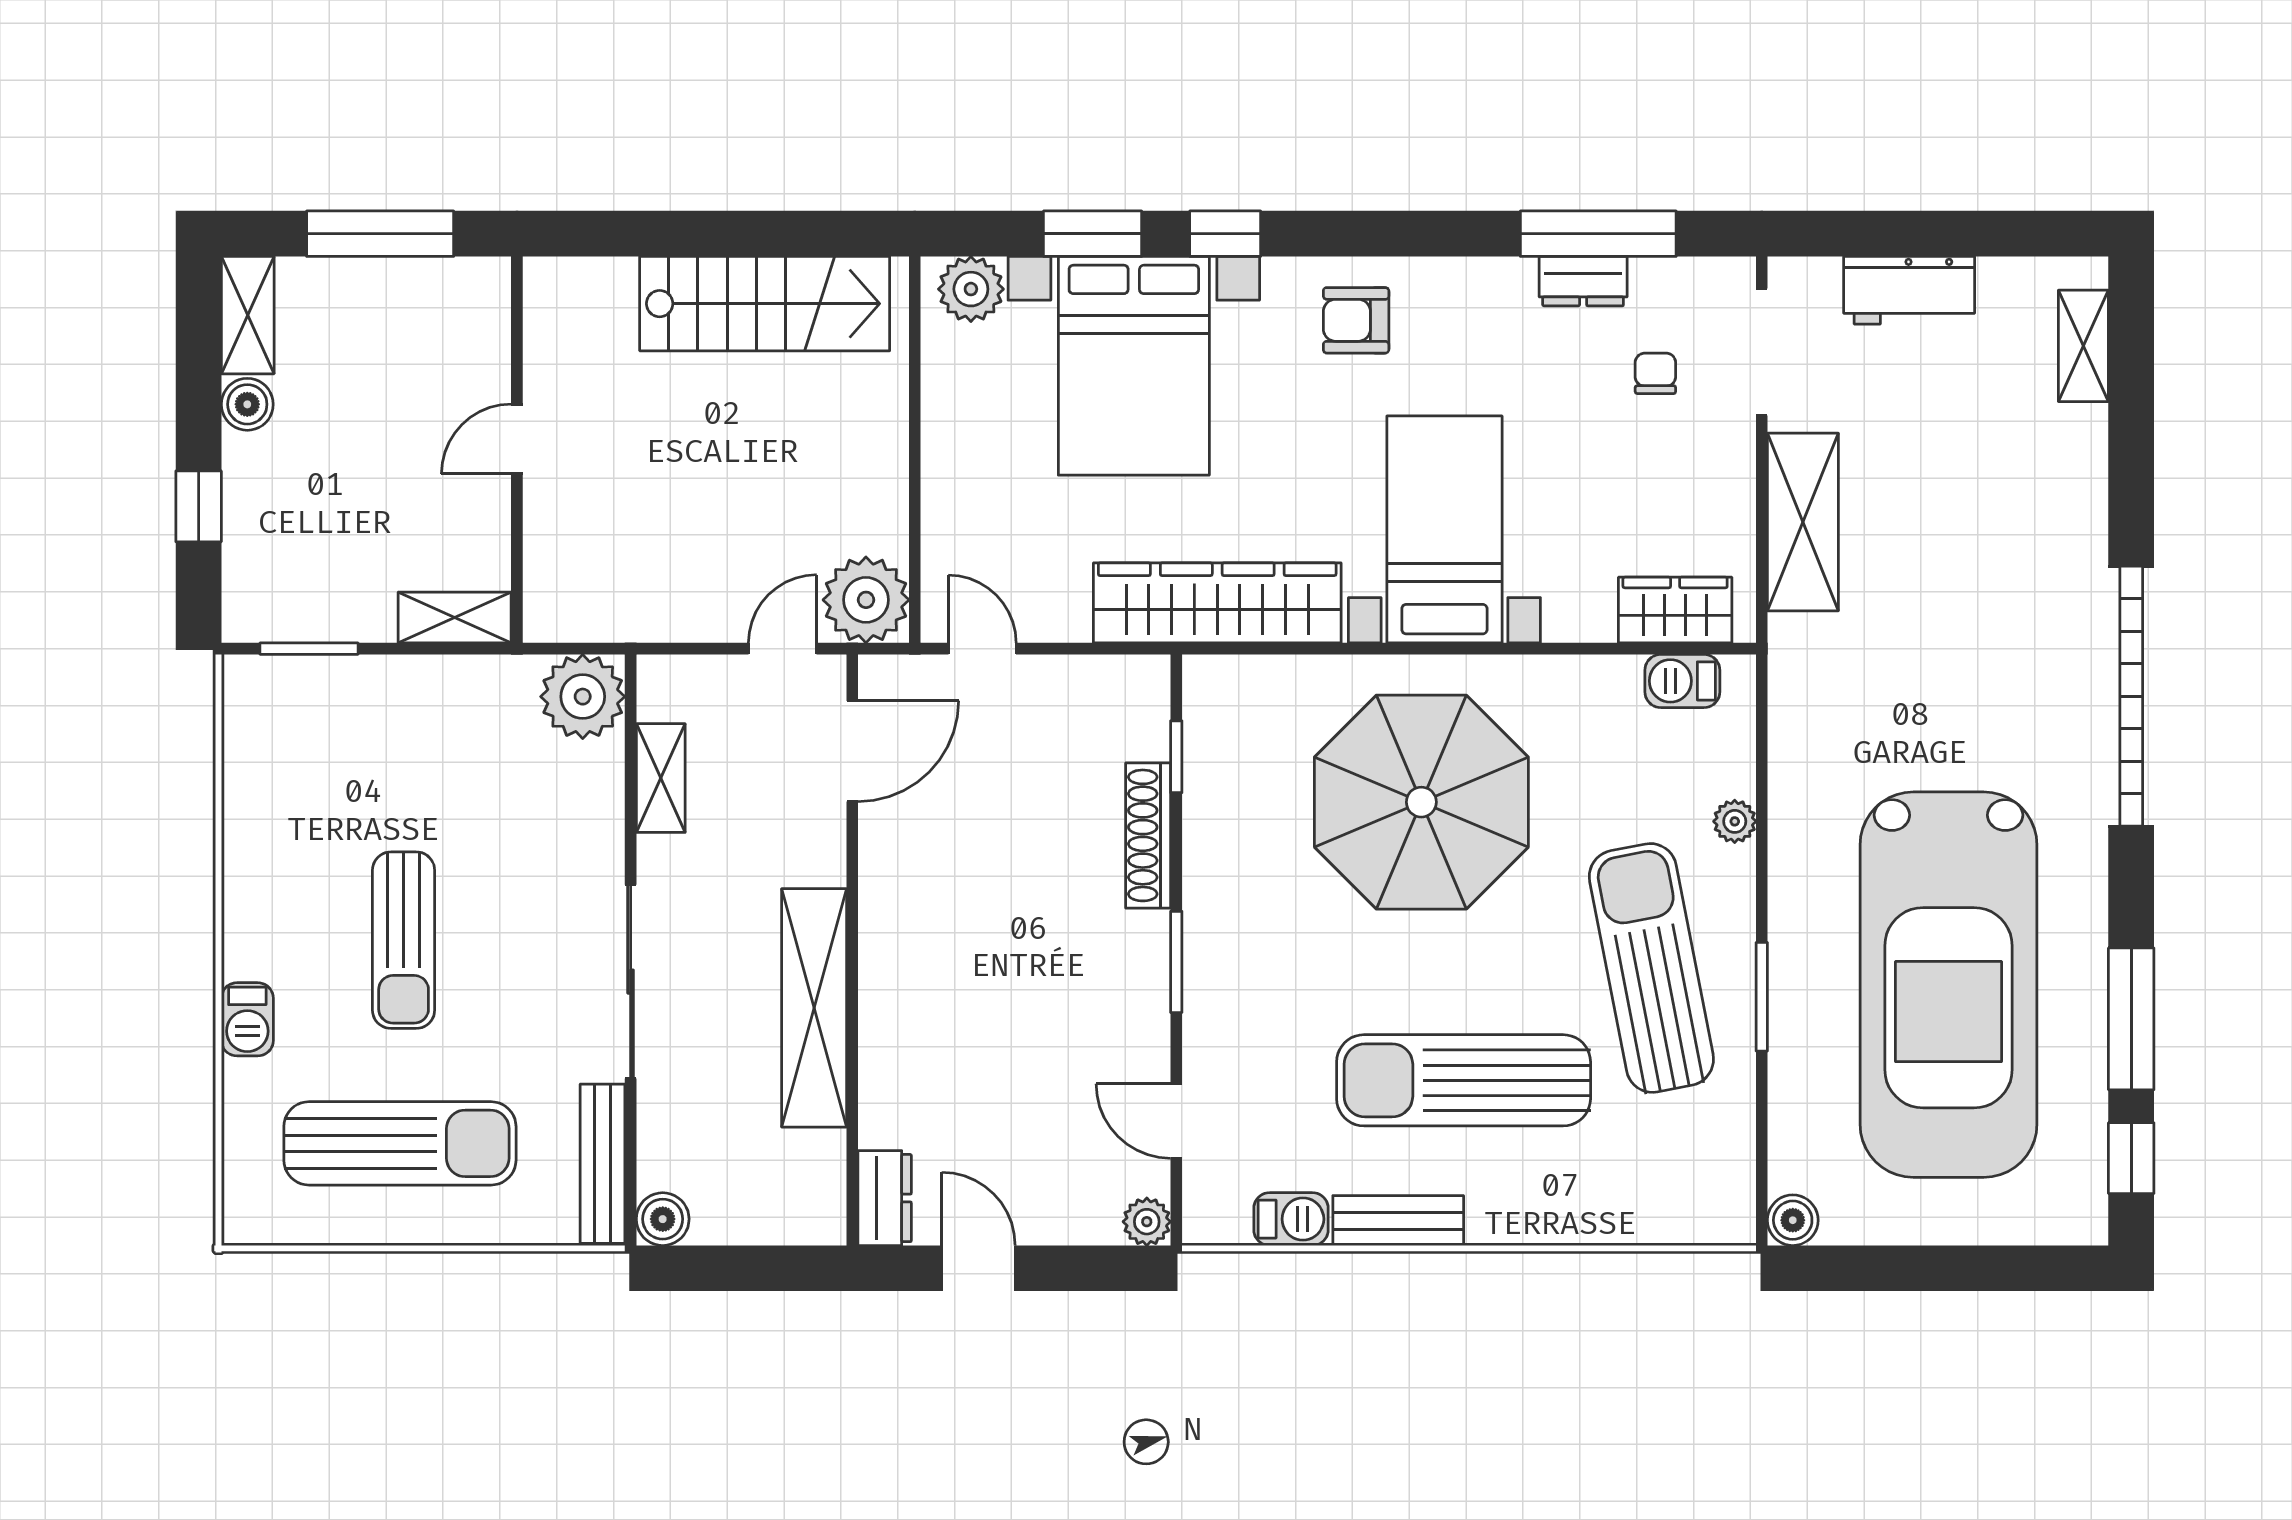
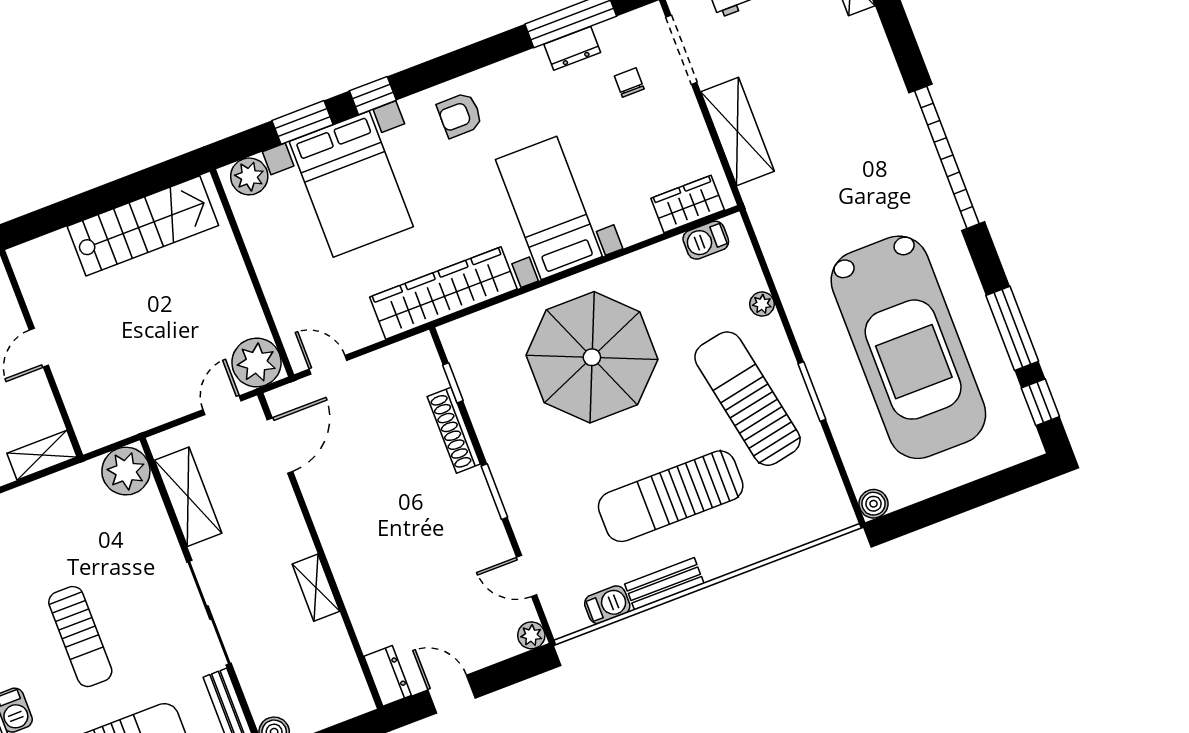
shelving: (661, 778) -> (188, 497), width x1.50, depth x1.33
shelving: (814, 1008) -> (316, 588), width x0.45, depth x0.75

